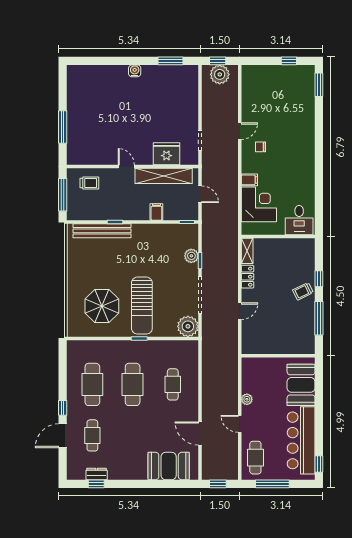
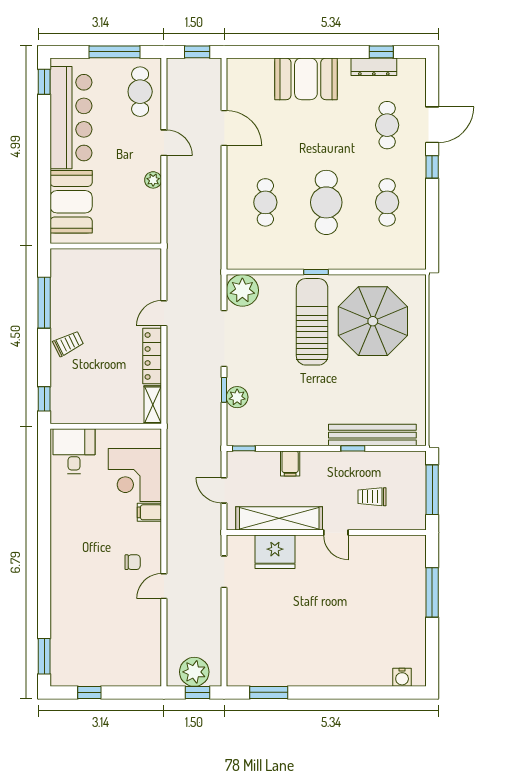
water cooler: (135, 71) -> (402, 677), moved
trolley: (89, 183) -> (372, 497), moved
locker: (247, 277) -> (152, 356), width x1.53
window: (319, 279) -> (44, 399), moved
parasol: (102, 306) -> (373, 321), width x1.36, depth x1.36
cafe table: (92, 384) -> (387, 202), width x0.73, depth x0.74
booth: (169, 466) -> (306, 79), moved
dresser: (97, 474) -> (374, 67), width x1.44

